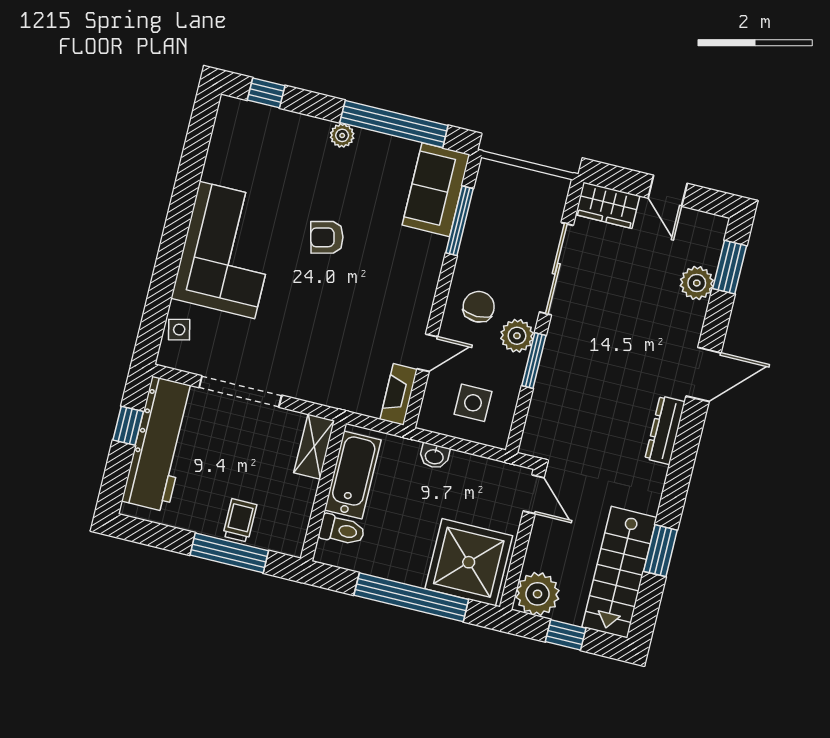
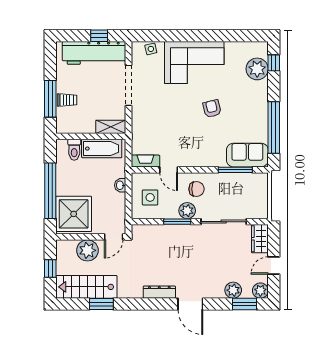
plant: (342, 135) -> (257, 69), moved, width x1.87, depth x1.87
plant: (711, 229) -> (260, 291), added
plant: (538, 594) -> (87, 250), moved

